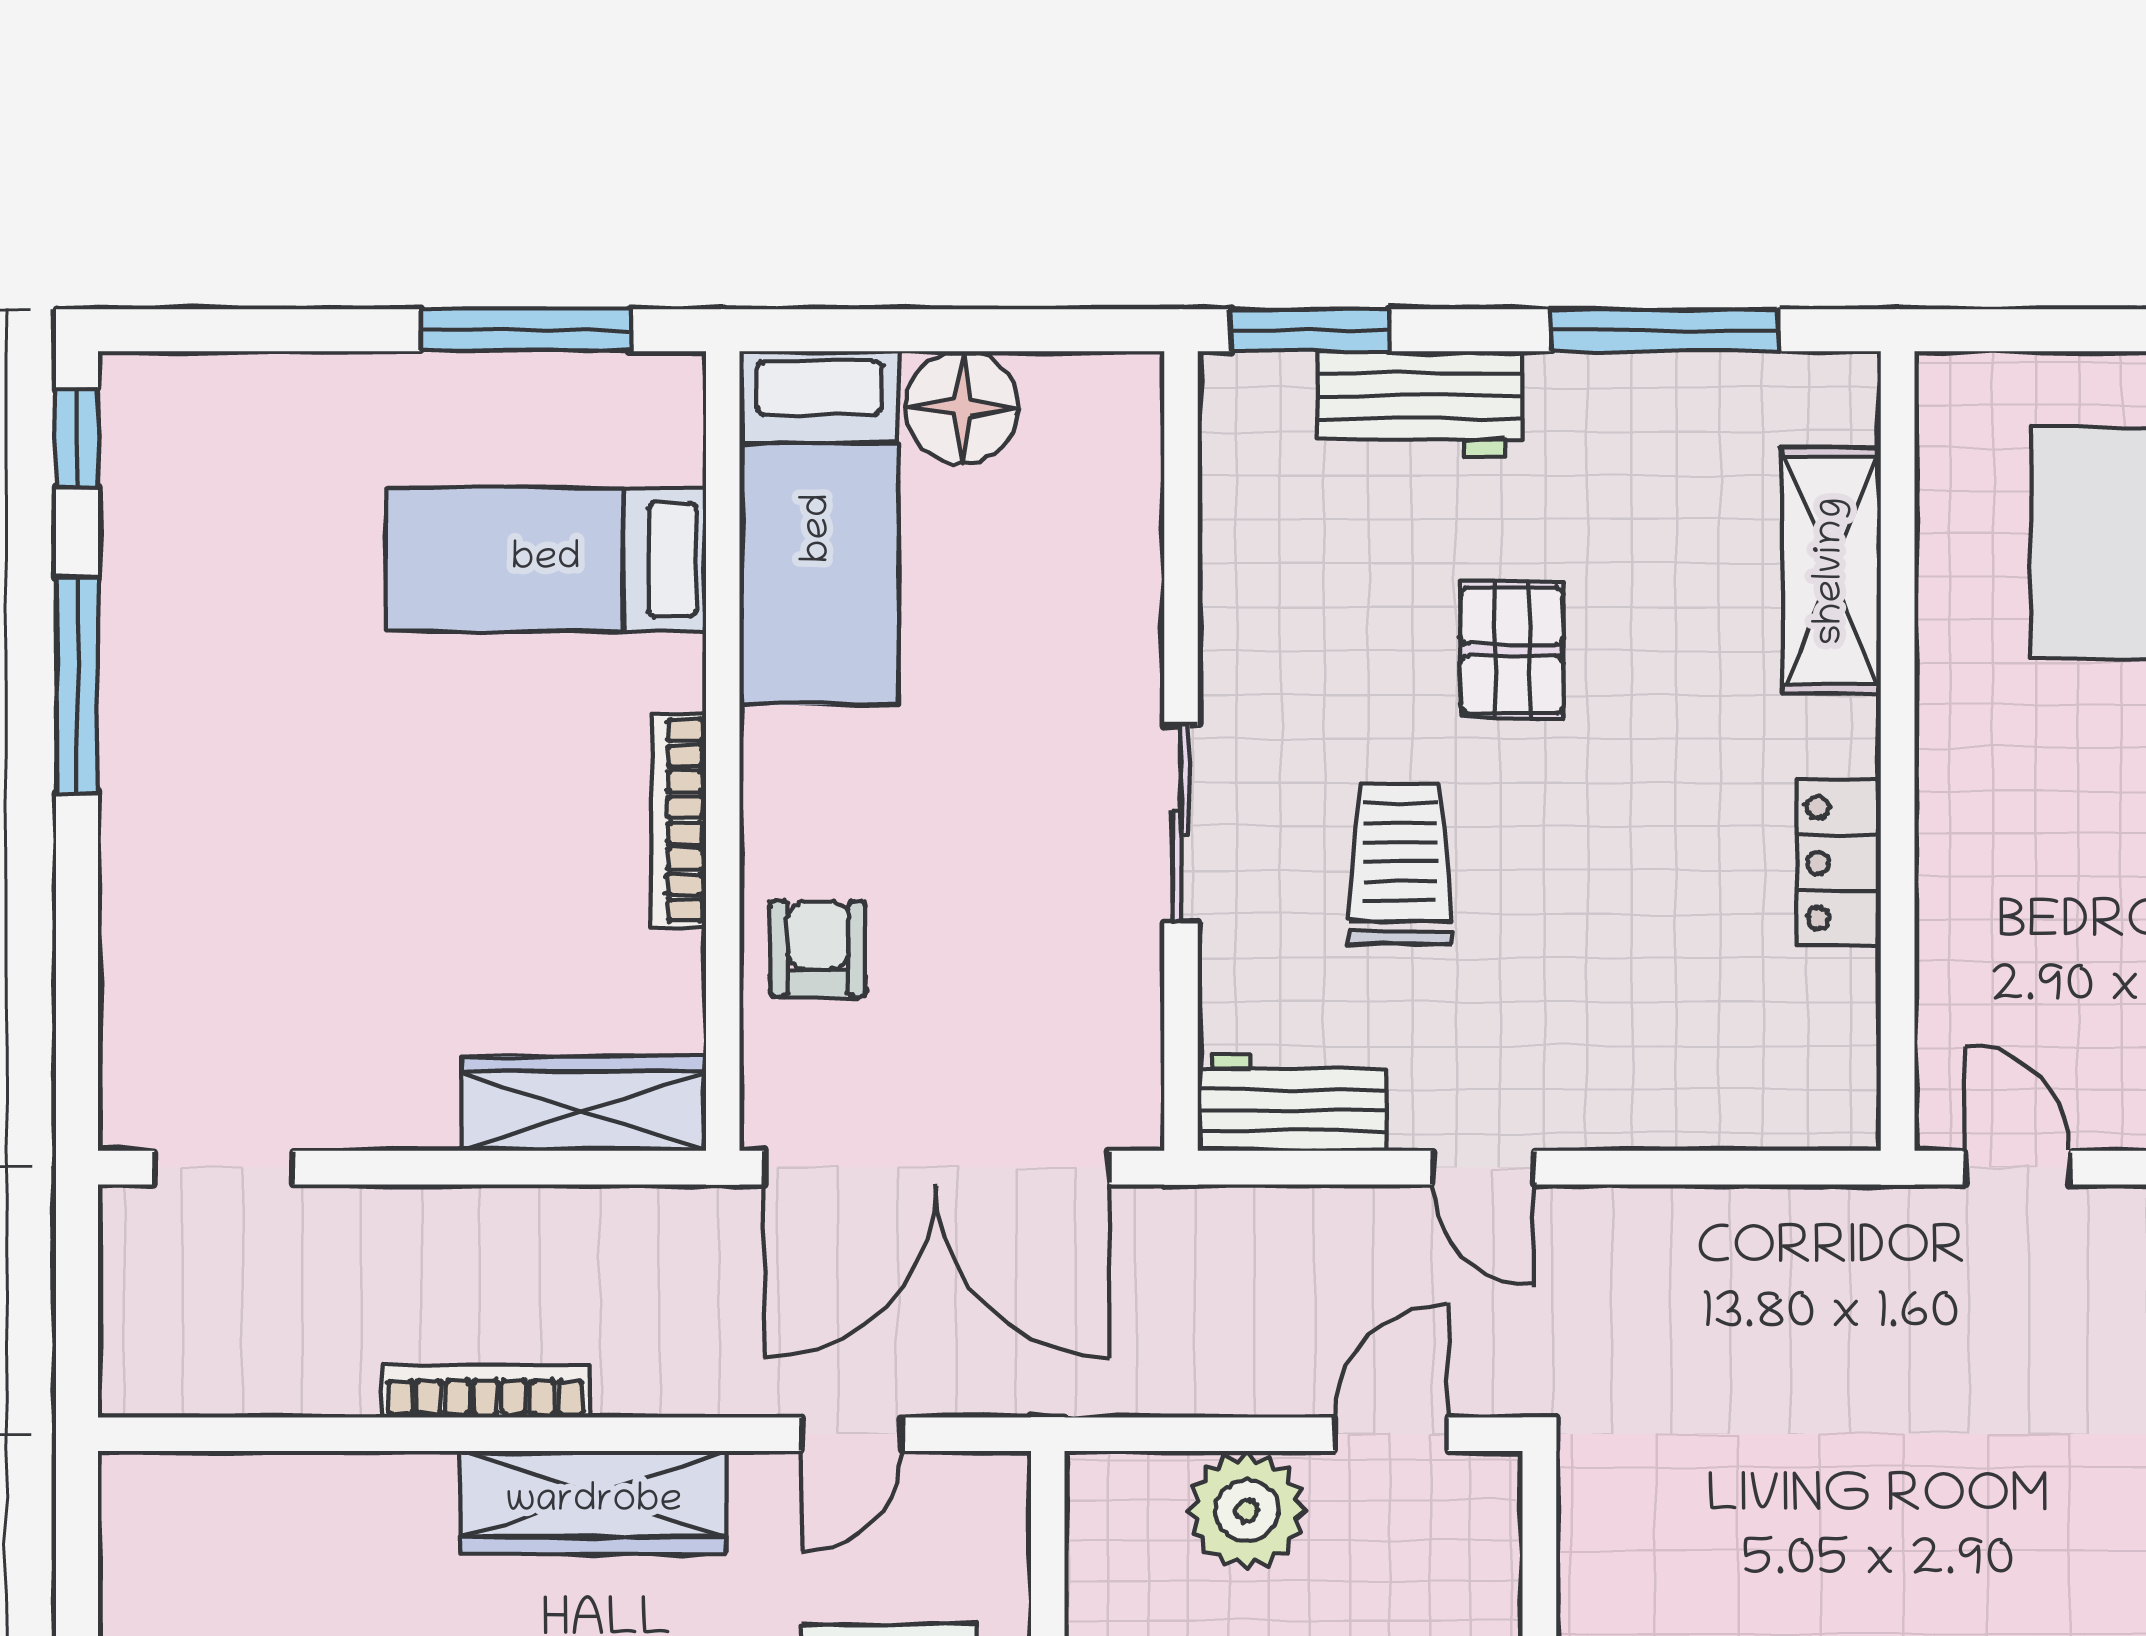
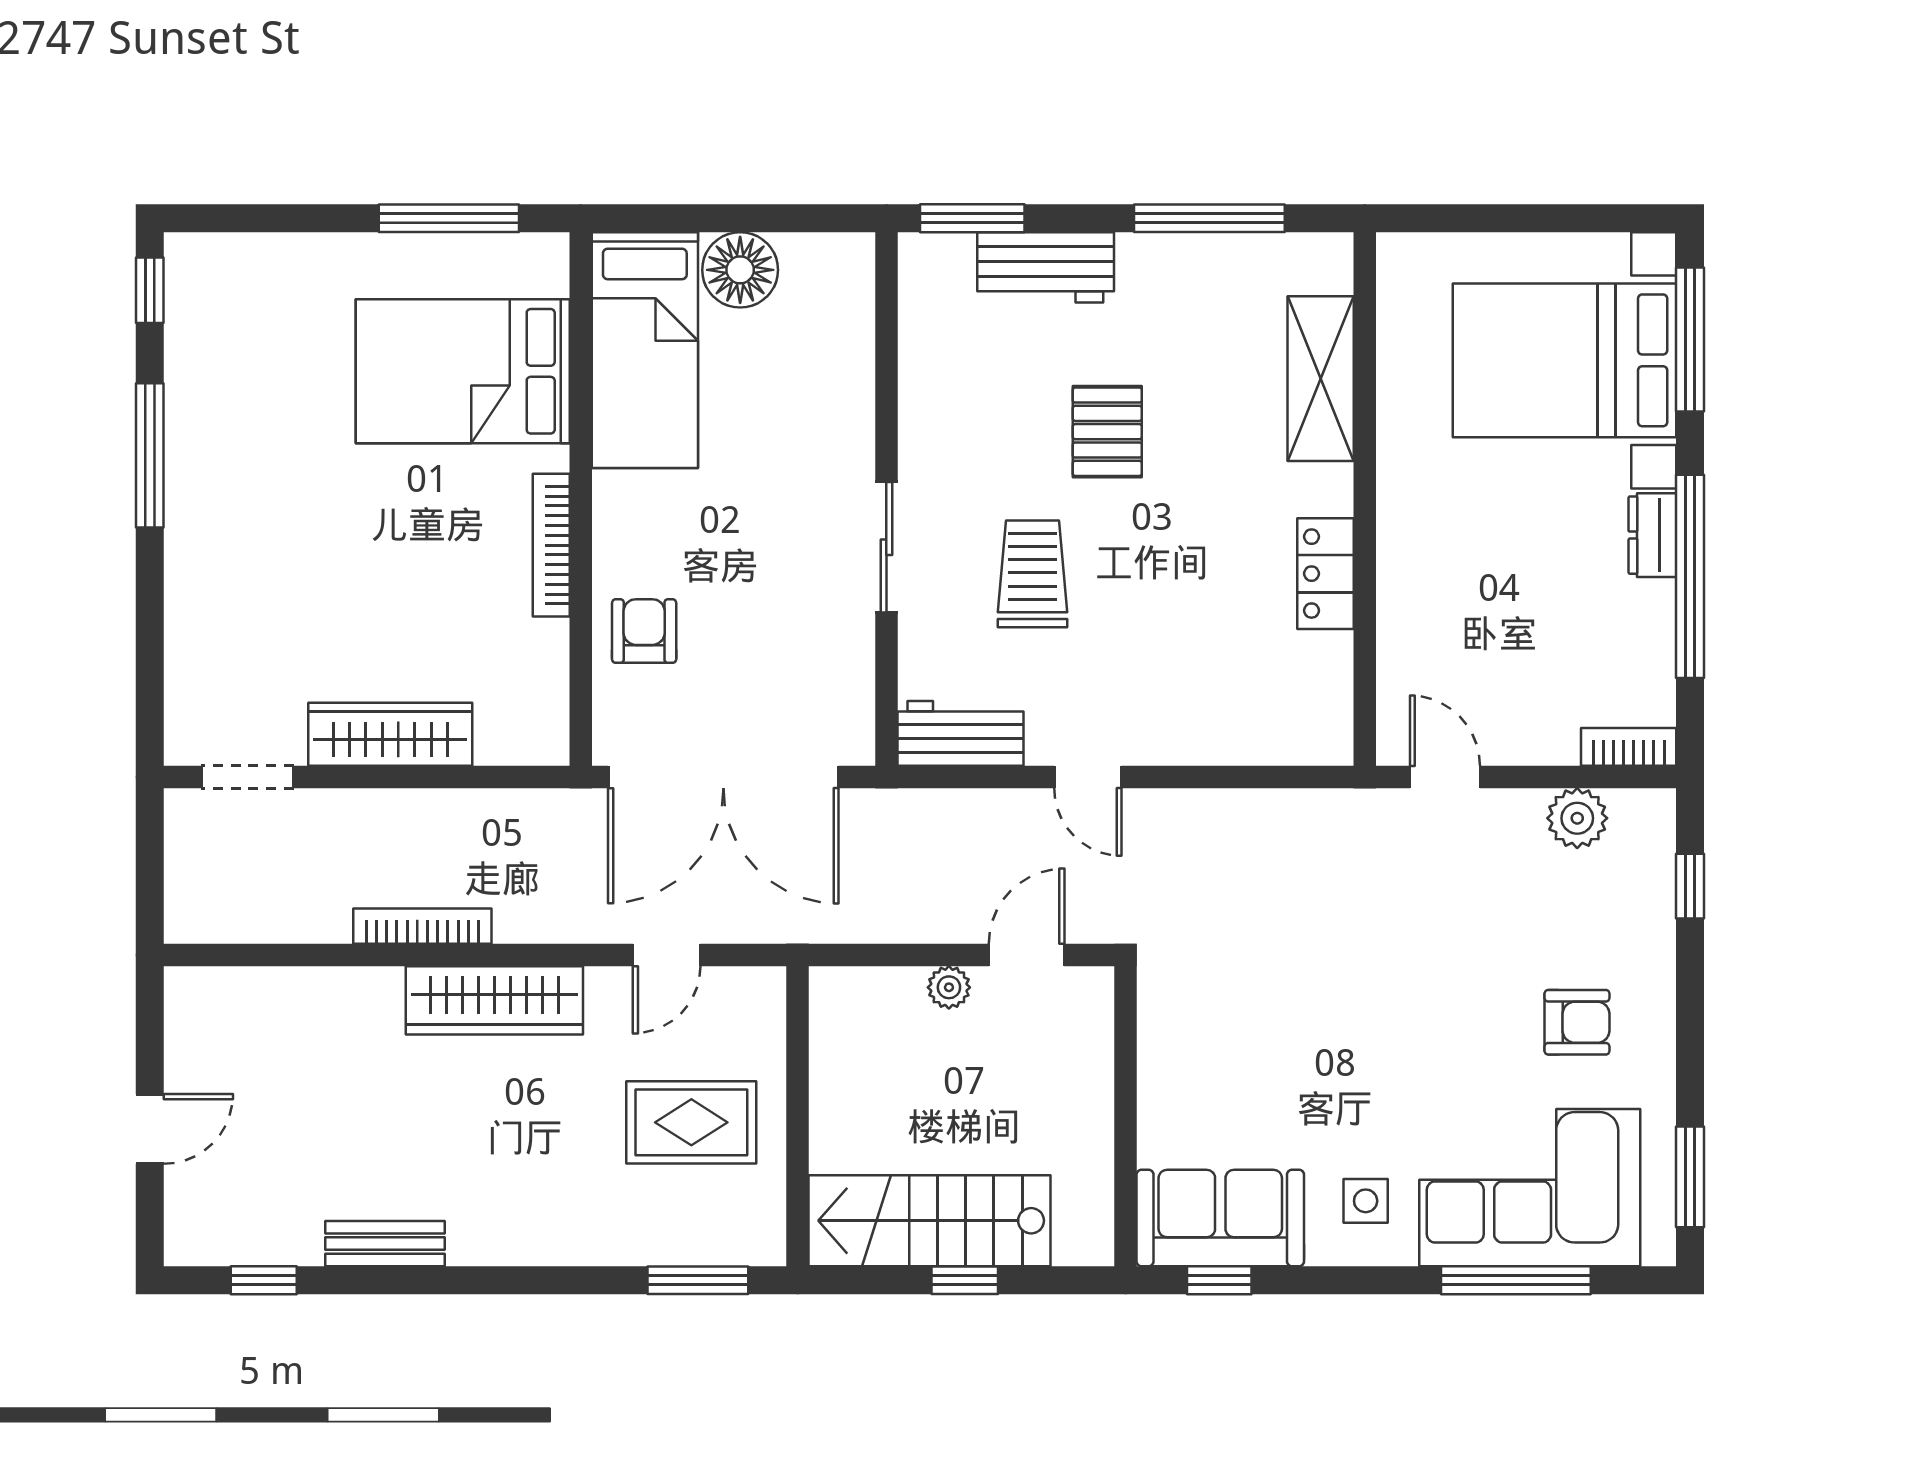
bed: (546, 560) -> (463, 371), width x1.50
wardrobe: (584, 1104) -> (390, 734), moved
plant: (1247, 1510) -> (949, 987), width x0.53, depth x0.53

